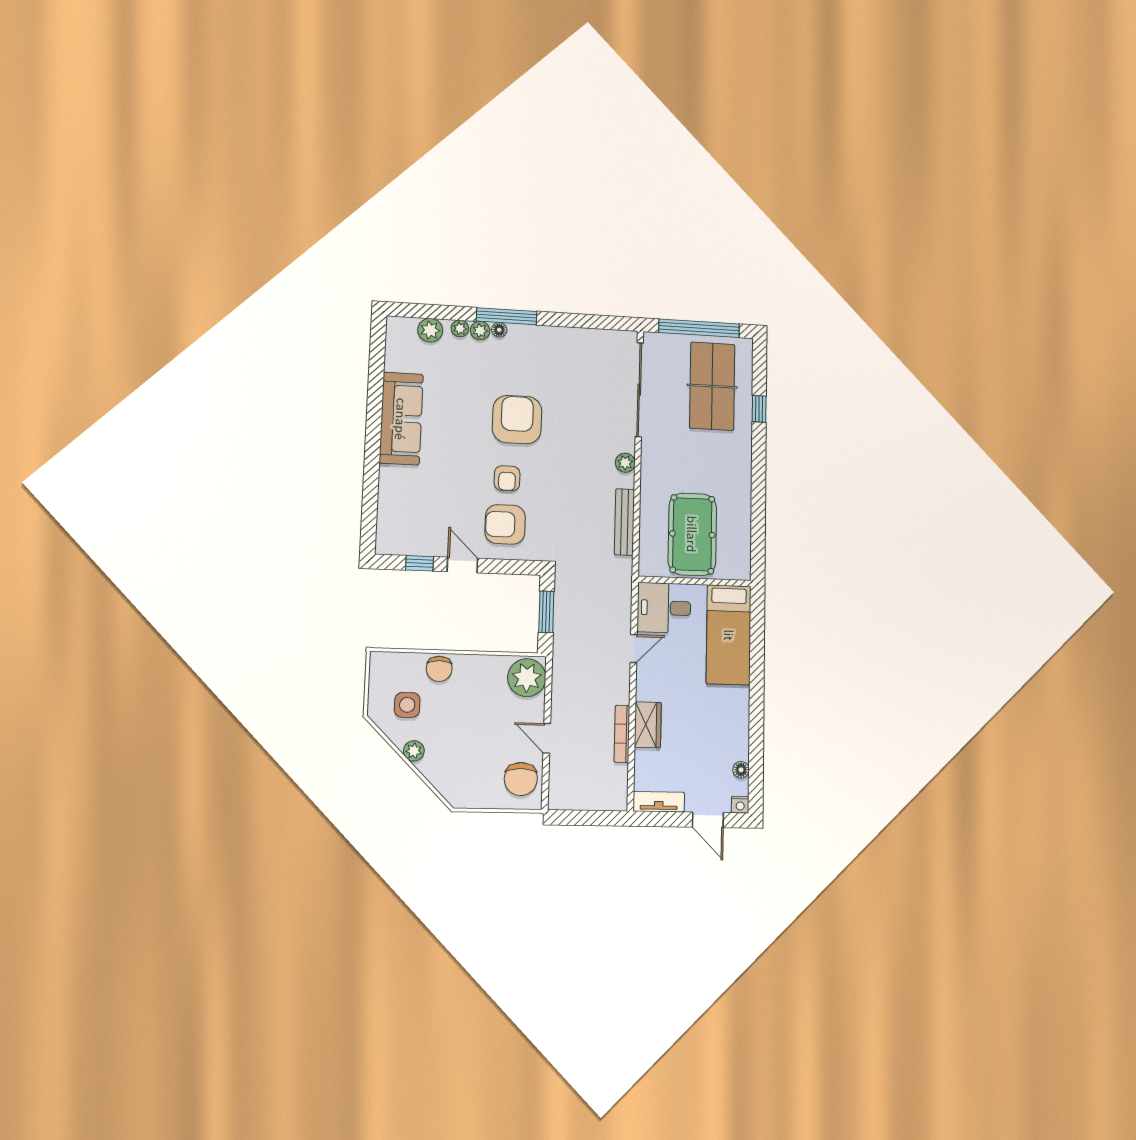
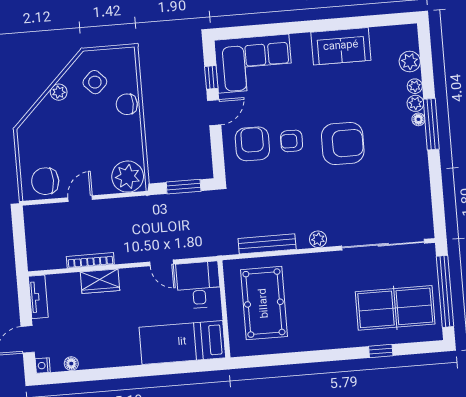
sofa: (401, 419) -> (341, 46), width x0.73
corner sofa: (409, 511) -> (254, 64), added
pool table: (692, 534) -> (264, 303), turned 90
side table: (407, 705) -> (95, 82), turned 45

